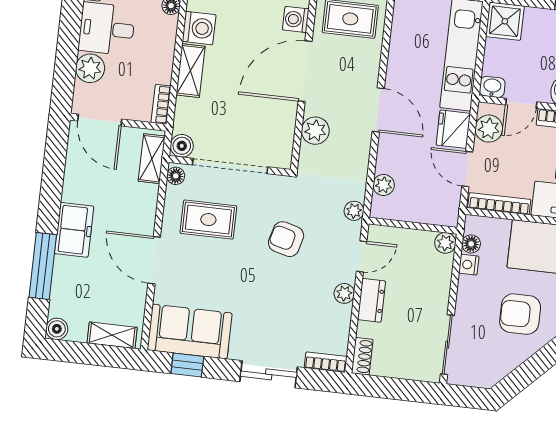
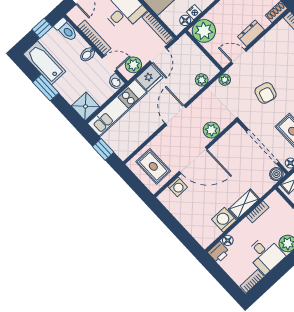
bookcase: (161, 104) -> (258, 212), moved
plant: (445, 243) -> (204, 31), width x1.88, depth x1.88
plant: (344, 293) -> (260, 47), removed

